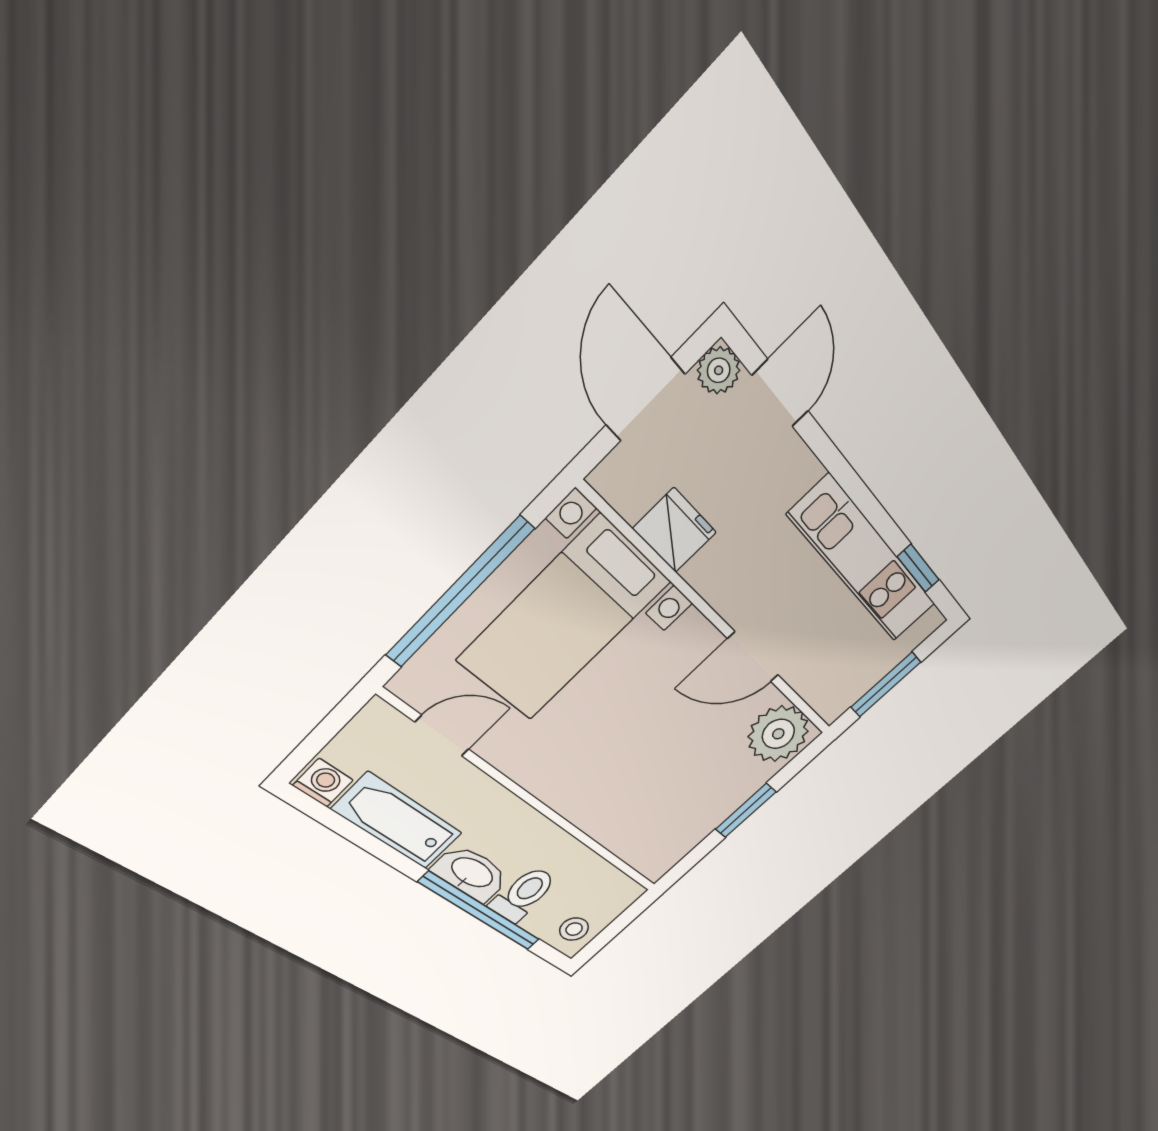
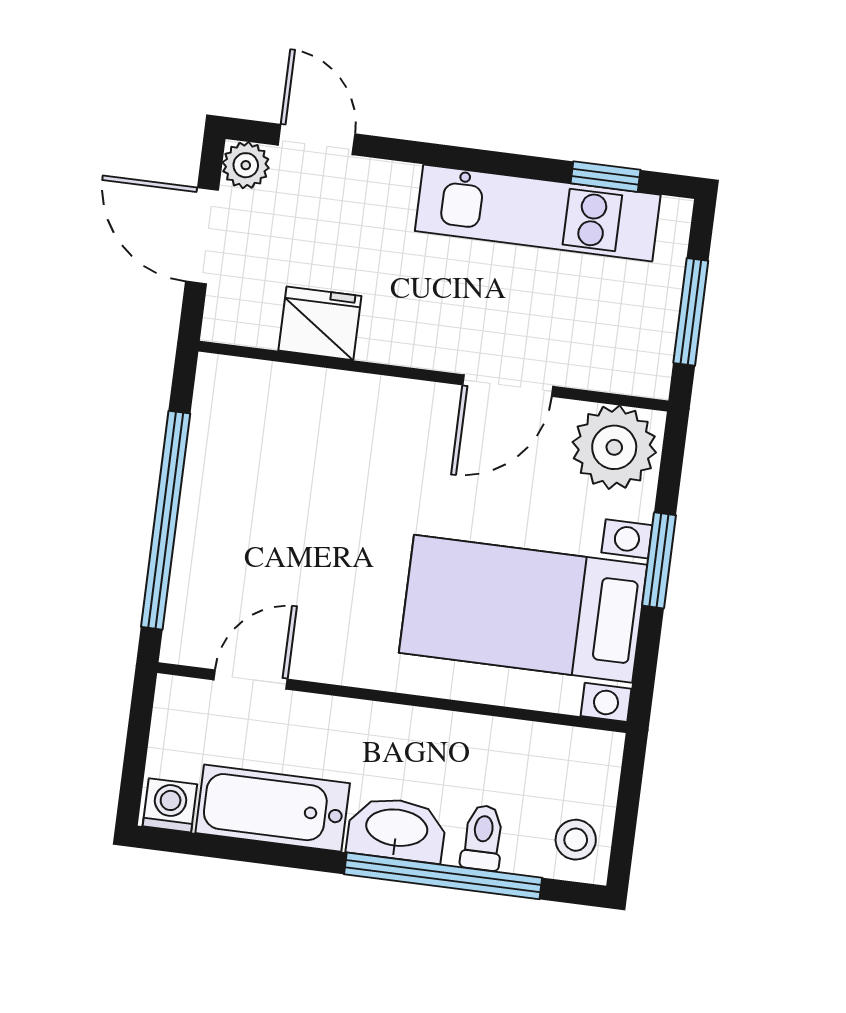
bed with nightstands: (564, 620) -> (523, 609), moved, turned 90
toilet: (523, 894) -> (483, 838), width x0.73, depth x0.72

